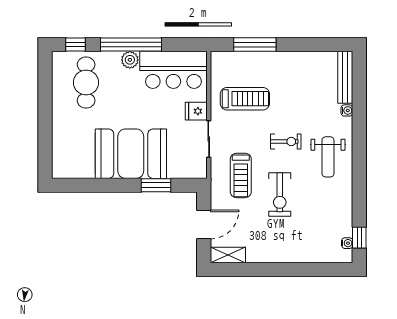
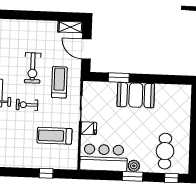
window: (131, 45) -> (133, 176), width x0.47
window: (255, 45) -> (46, 173), width x0.46
booth: (131, 154) -> (136, 95), width x0.73, depth x0.70
exercise bike: (280, 195) -> (33, 68), turned 180
door: (204, 224) -> (86, 49), hinge flipped

